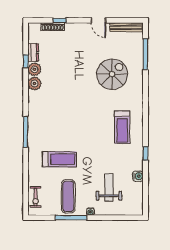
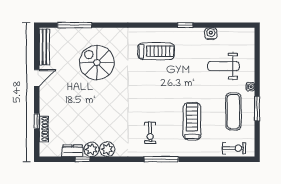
exercise bike: (49, 122) -> (150, 133), added
exercise mat: (68, 196) -> (233, 111), turned 90
window: (71, 218) -> (257, 109), width x0.69

